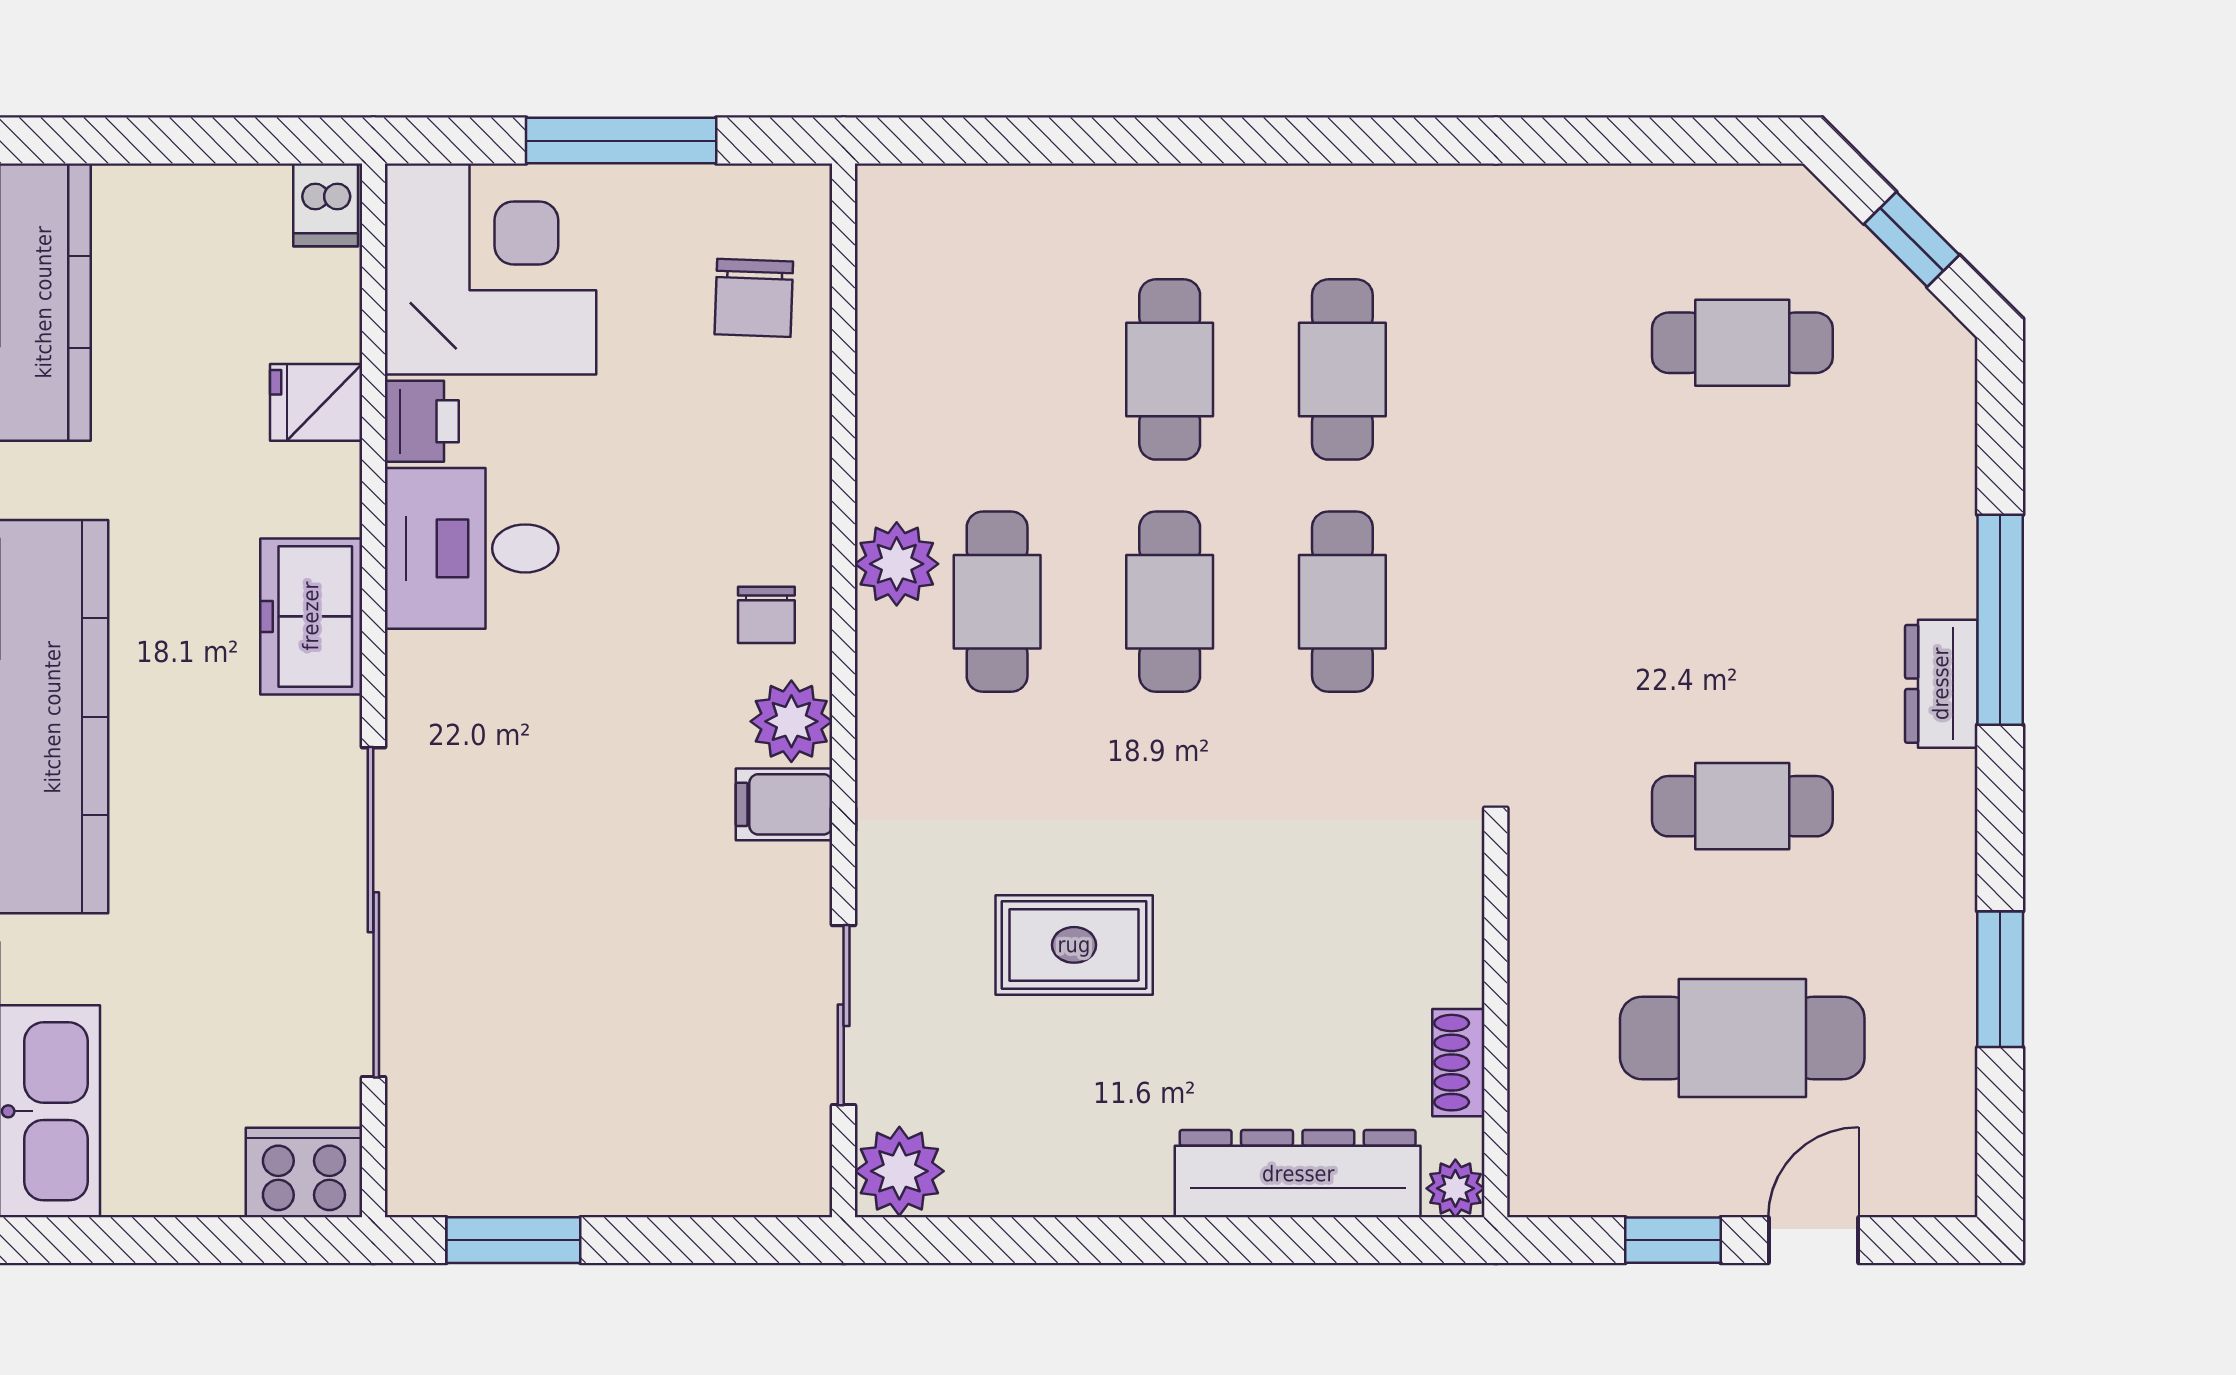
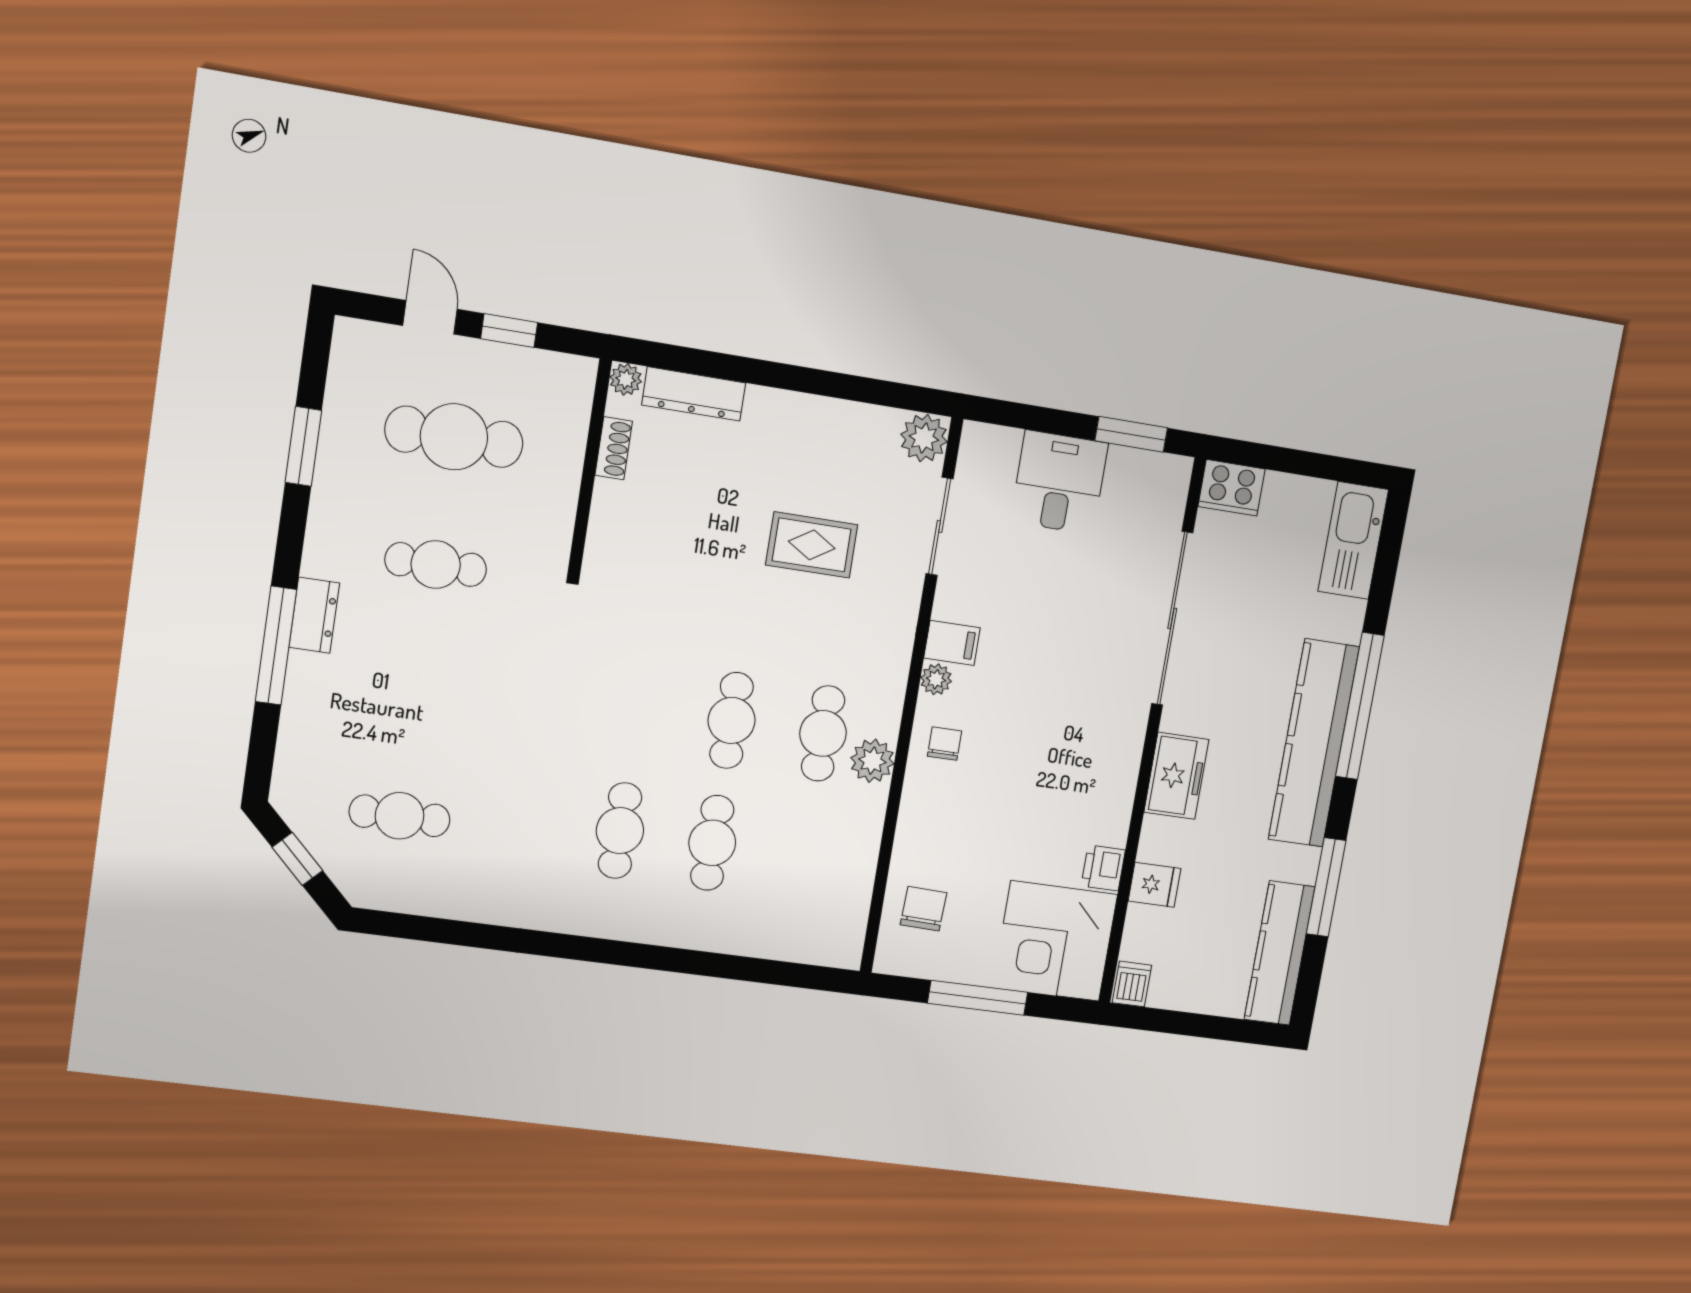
desk: (472, 548) -> (1059, 482), moved, turned -90
cafe table: (1342, 602) -> (639, 707), removed
plant: (791, 721) -> (936, 679), width x0.73, depth x0.73
dresser: (1298, 1174) -> (694, 394), width x0.73, depth x0.80
door: (1813, 1240) -> (430, 317), swing flipped

